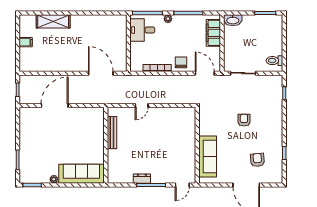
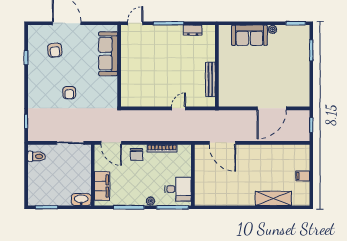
sofa: (81, 174) -> (249, 35), width x0.73
dresser: (142, 179) -> (193, 30), moved

